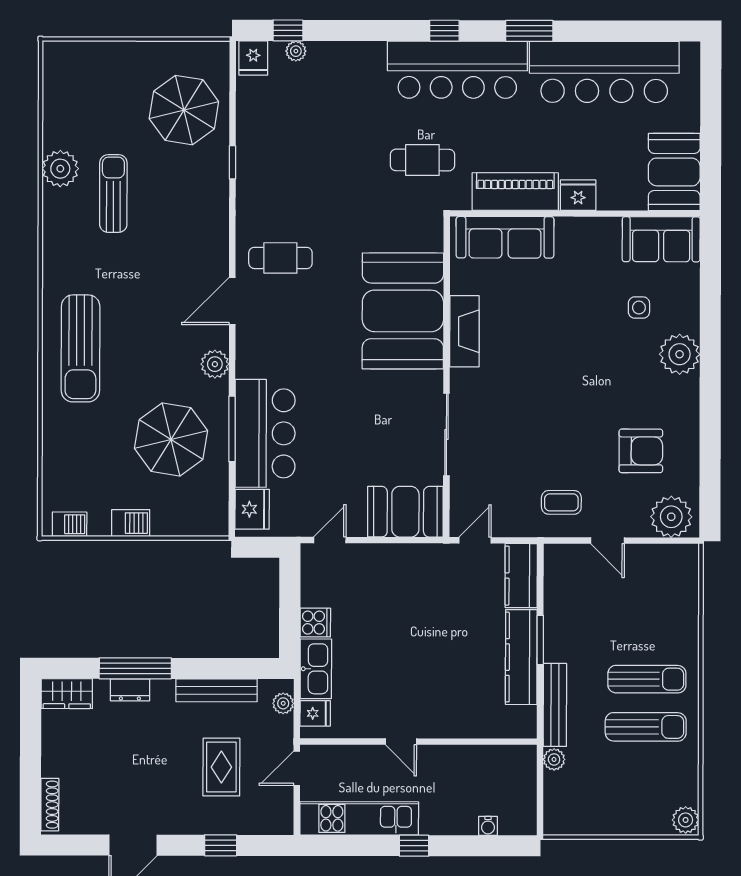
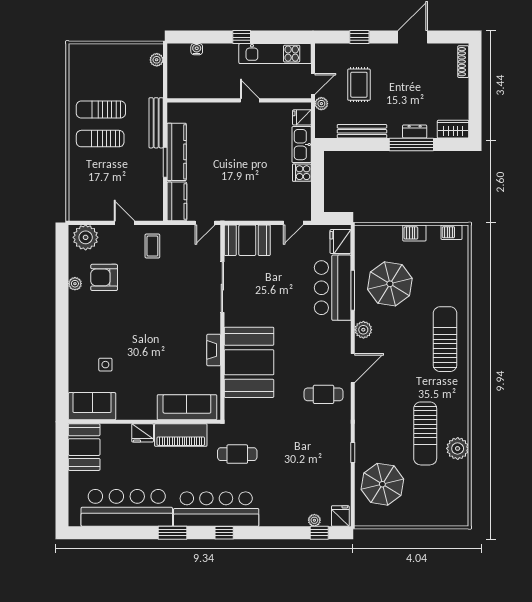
sun lounger: (113, 193) -> (425, 433), width x1.36, depth x1.34
fireplace: (464, 331) -> (214, 350), width x0.73, depth x0.76
plant: (680, 354) -> (75, 284), moved, width x0.53, depth x0.53
coffee table: (561, 502) -> (152, 246), turned 90
plant: (283, 703) -> (321, 104), moved
plant: (554, 759) -> (157, 60), moved
plant: (686, 820) -> (77, 53), removed

